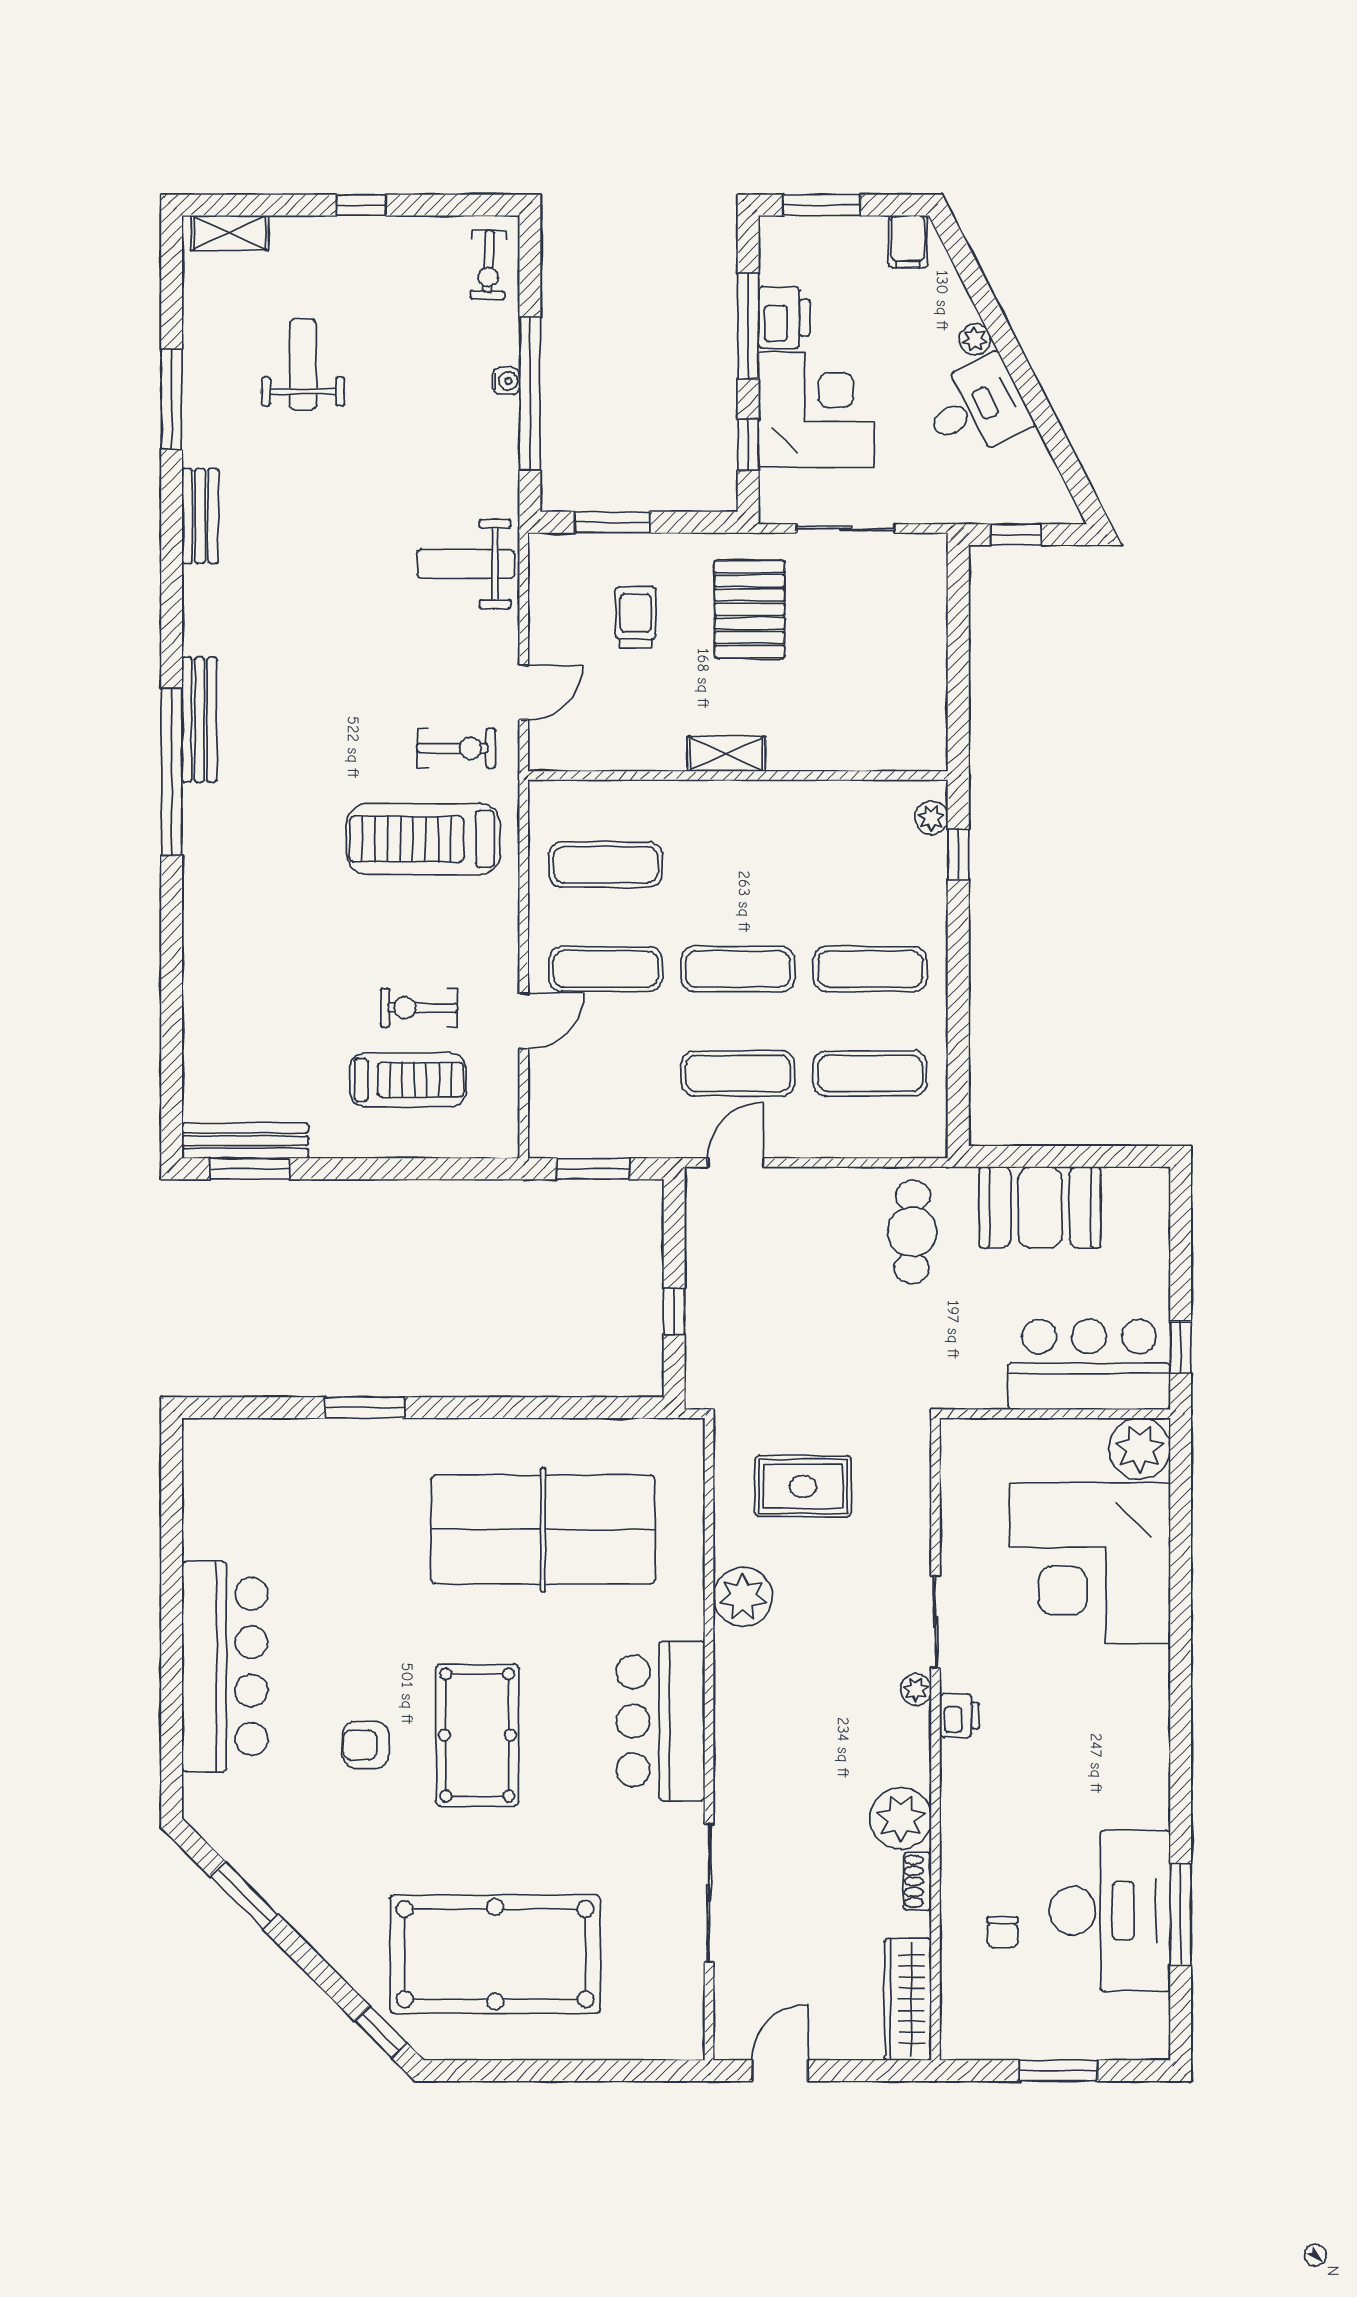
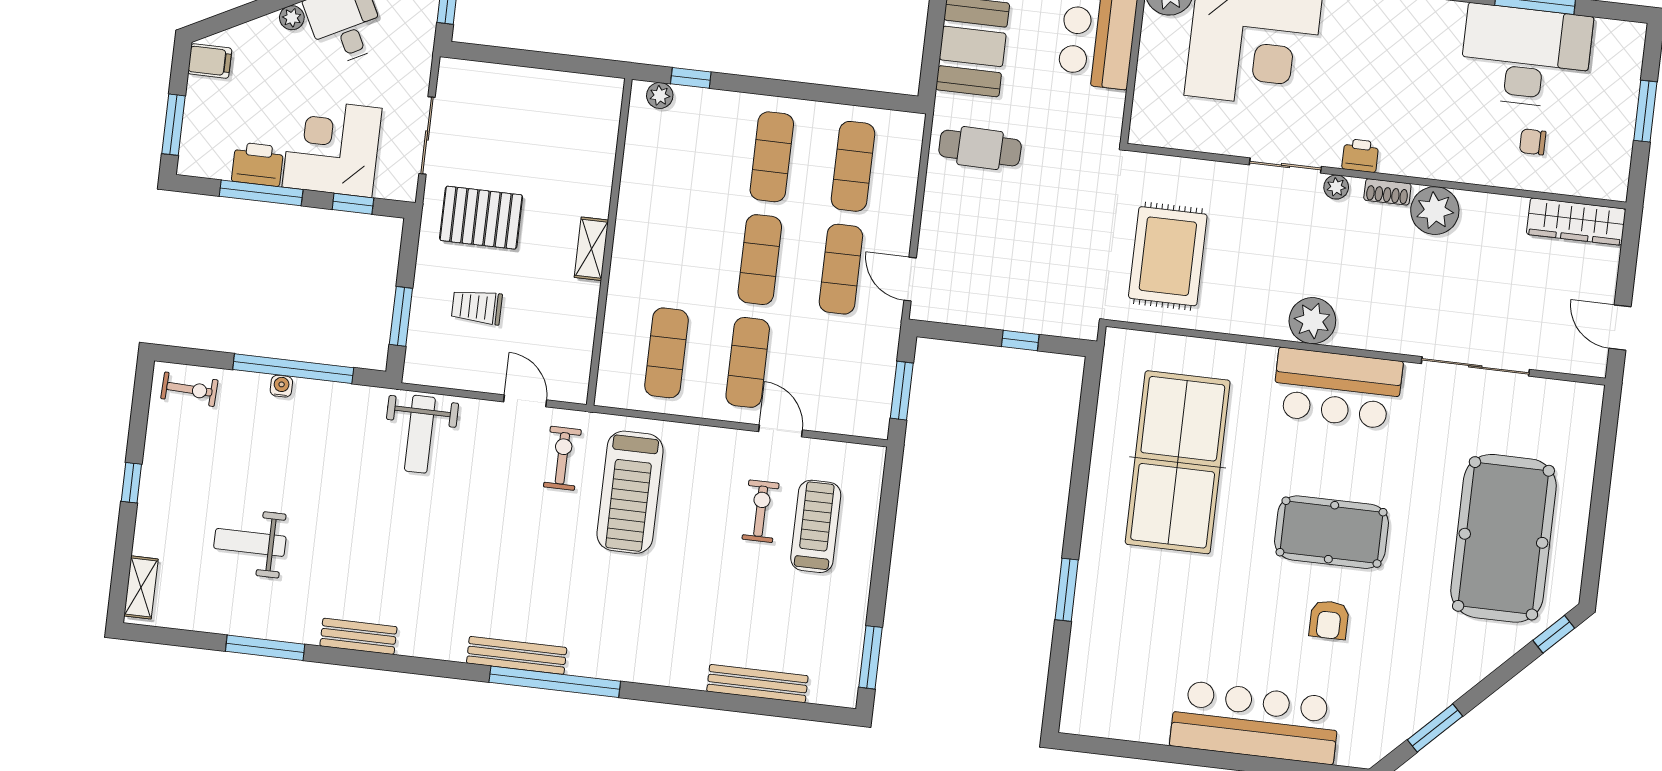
exercise bike: (419, 1008) -> (761, 511), turned 180
bench: (245, 1141) -> (757, 684), moved, turned 90
rug: (803, 1486) -> (1168, 256), width x1.36, depth x1.43
plant: (743, 1597) -> (1312, 321), moved
shoe rack: (917, 1881) -> (1387, 192), moved
chair: (1003, 1932) -> (1533, 142), turned 180

